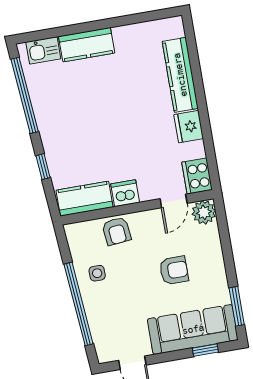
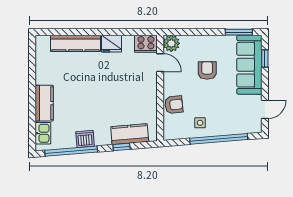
dishwasher: (125, 193) -> (85, 139), moved, turned 85
kitchen counter: (85, 199) -> (130, 134), moved, turned 85

